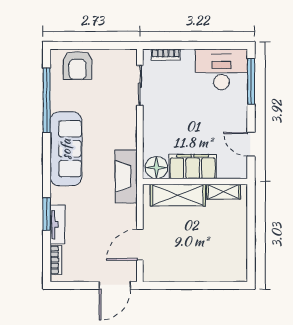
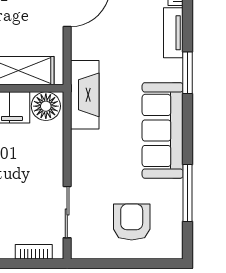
armchair: (78, 65) -> (132, 222), moved
window: (47, 100) -> (188, 193), width x0.68
window: (47, 214) -> (188, 73), moved

